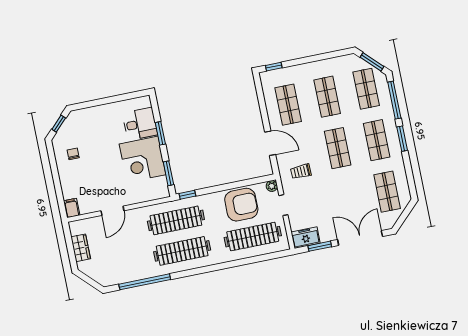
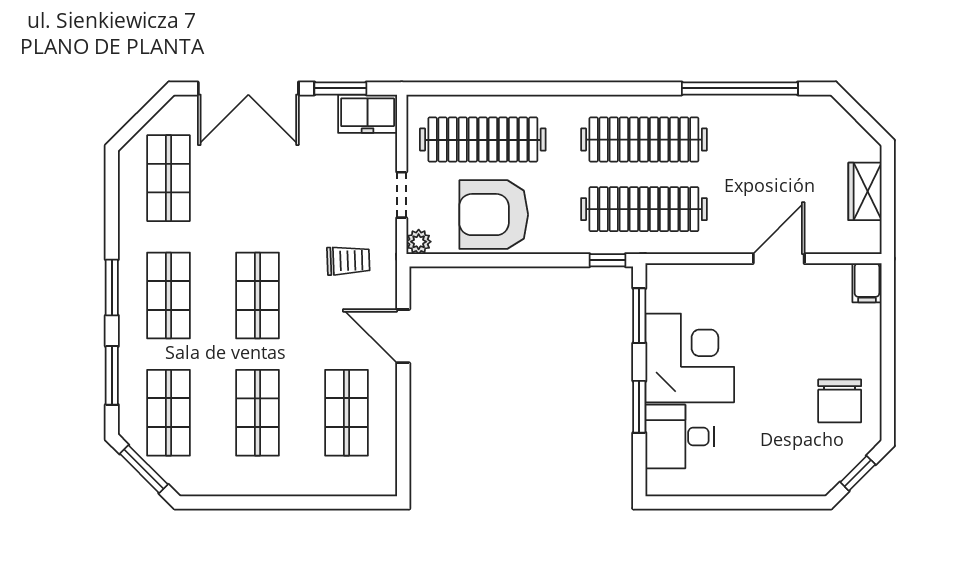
window: (274, 67) -> (361, 502), removed
window: (394, 100) -> (112, 375), width x0.69
chair: (73, 154) -> (840, 401), width x1.87, depth x1.87

